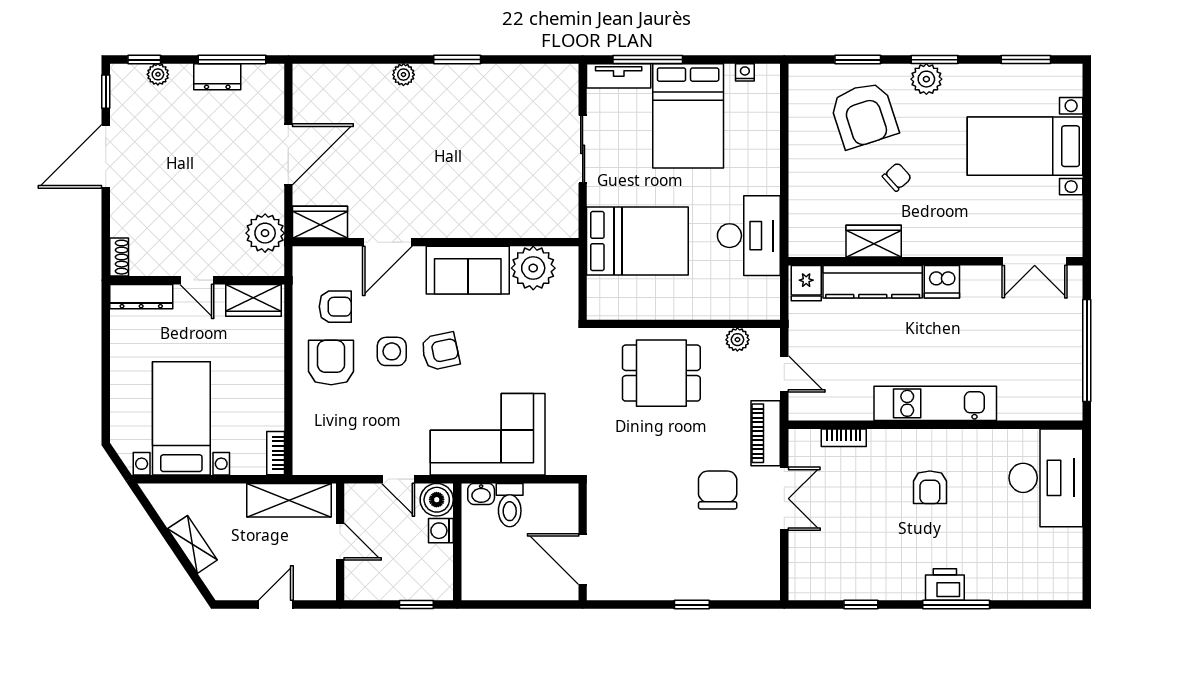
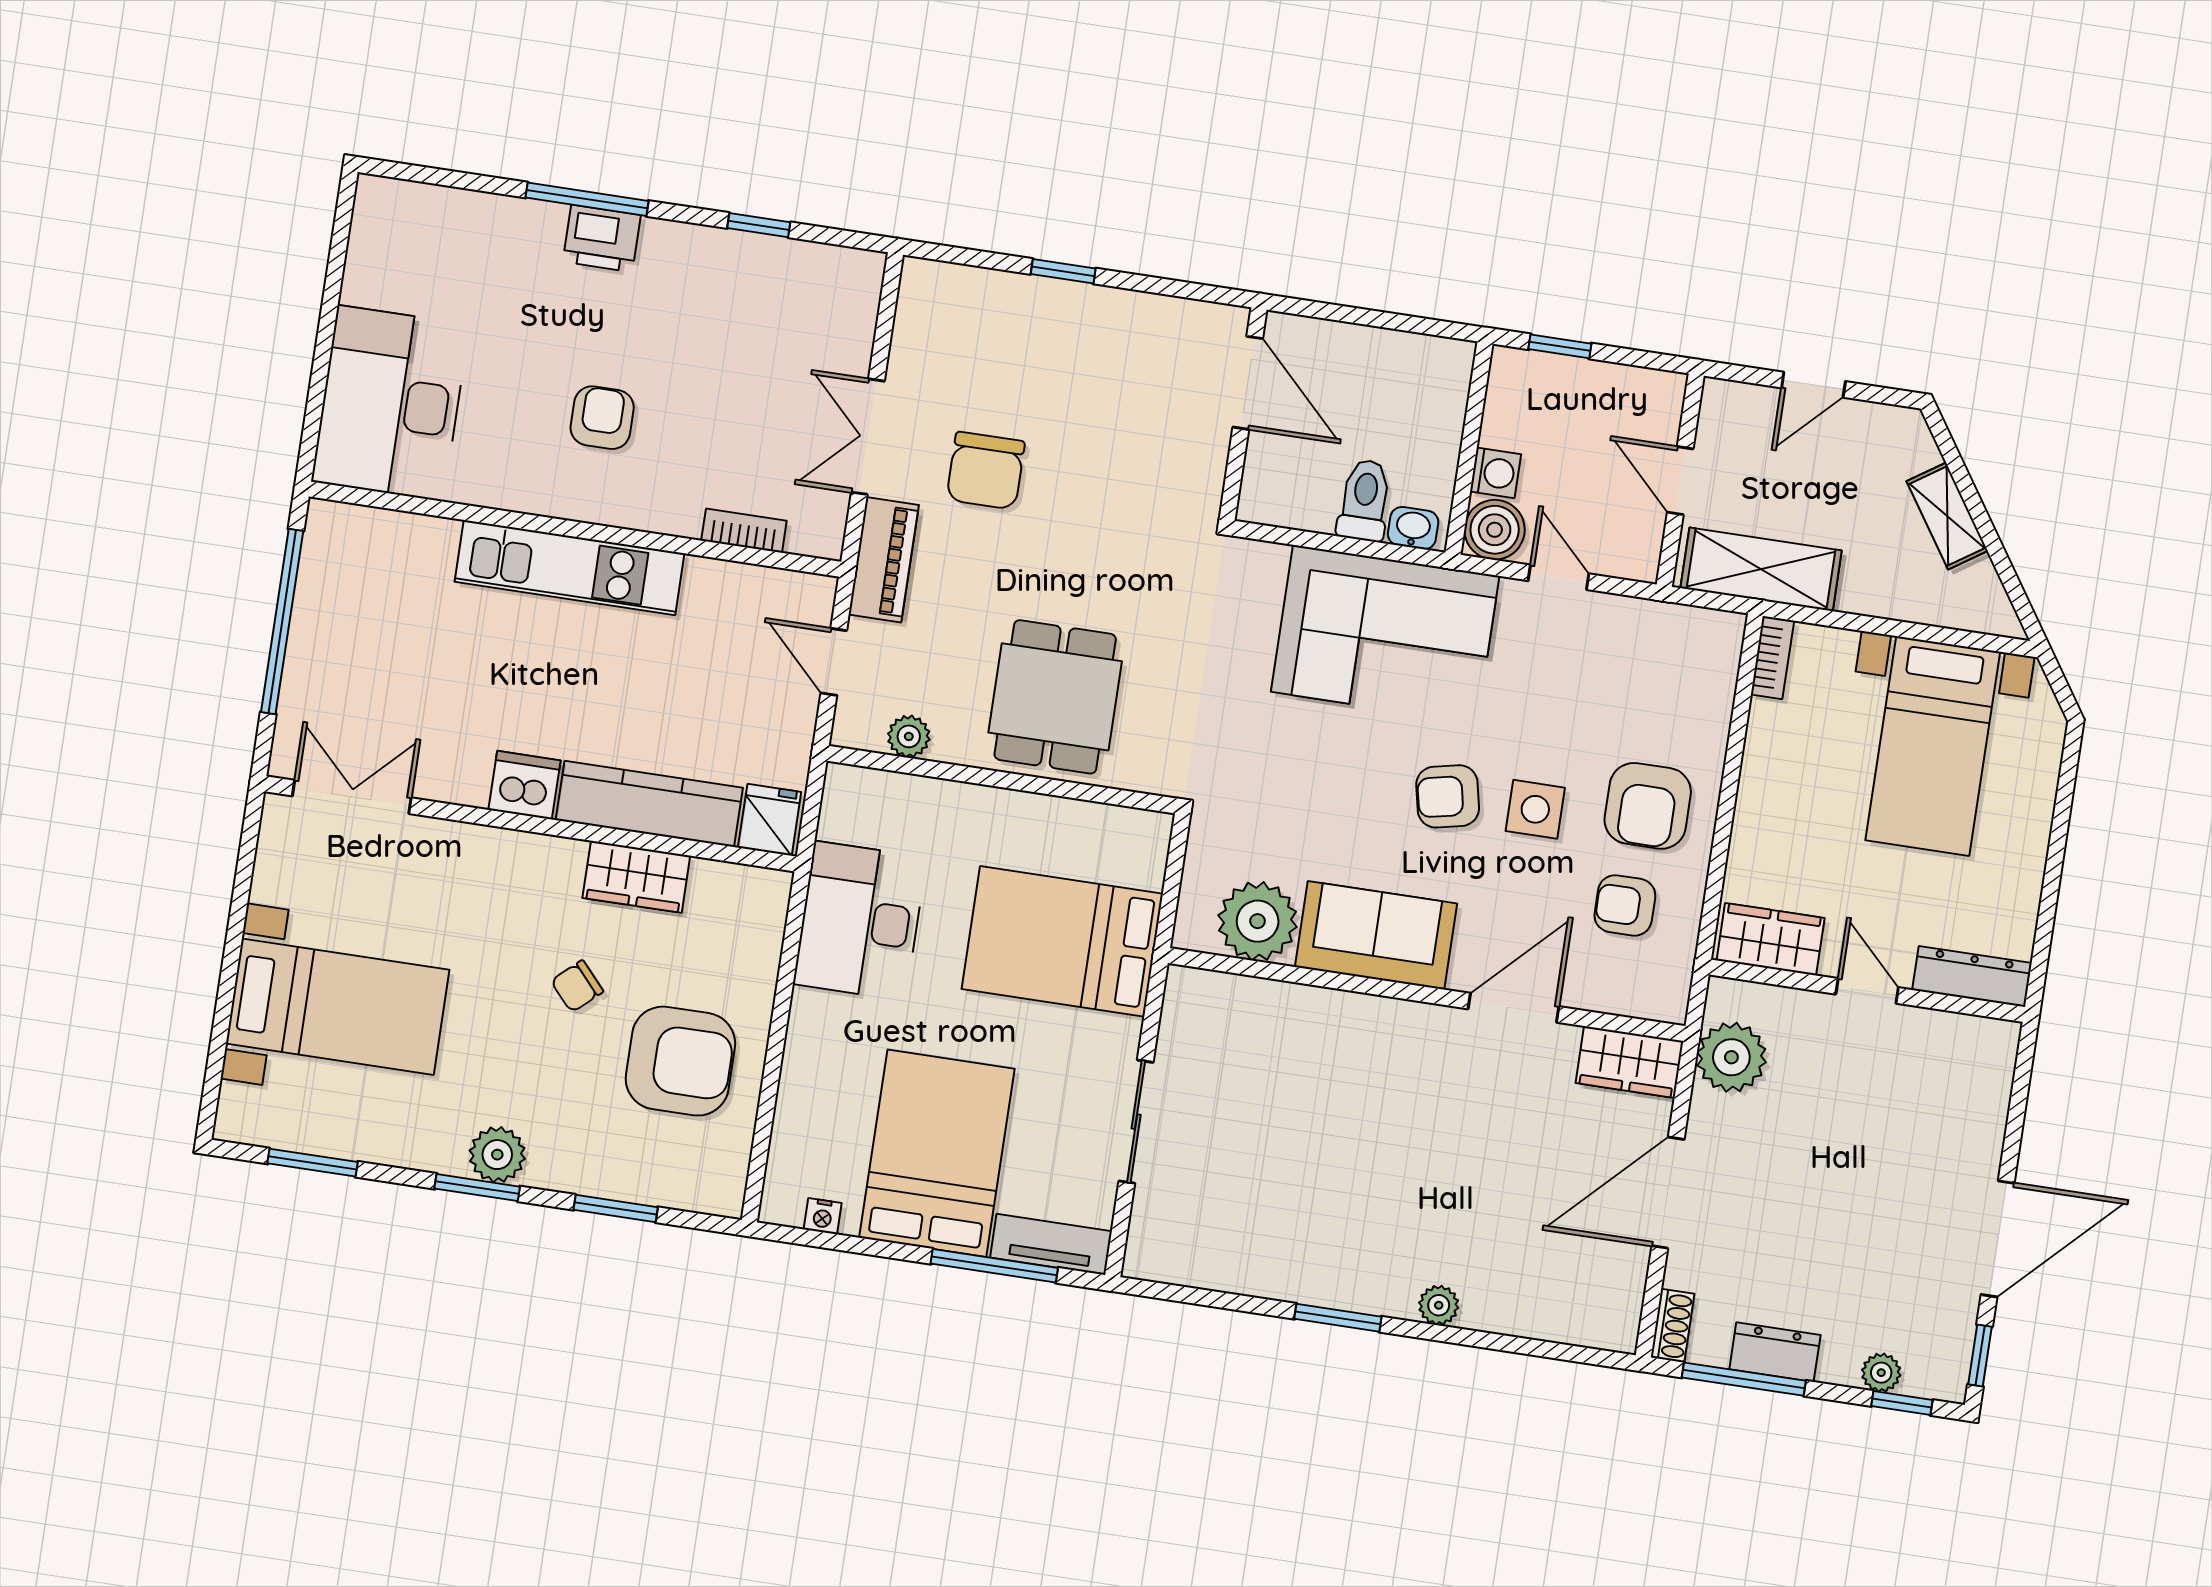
armchair: (864, 115) -> (680, 1061), moved, turned 108
shoe rack: (119, 257) -> (1673, 1326), moved, turned 180
dining table: (661, 373) -> (1055, 697), turned 90

